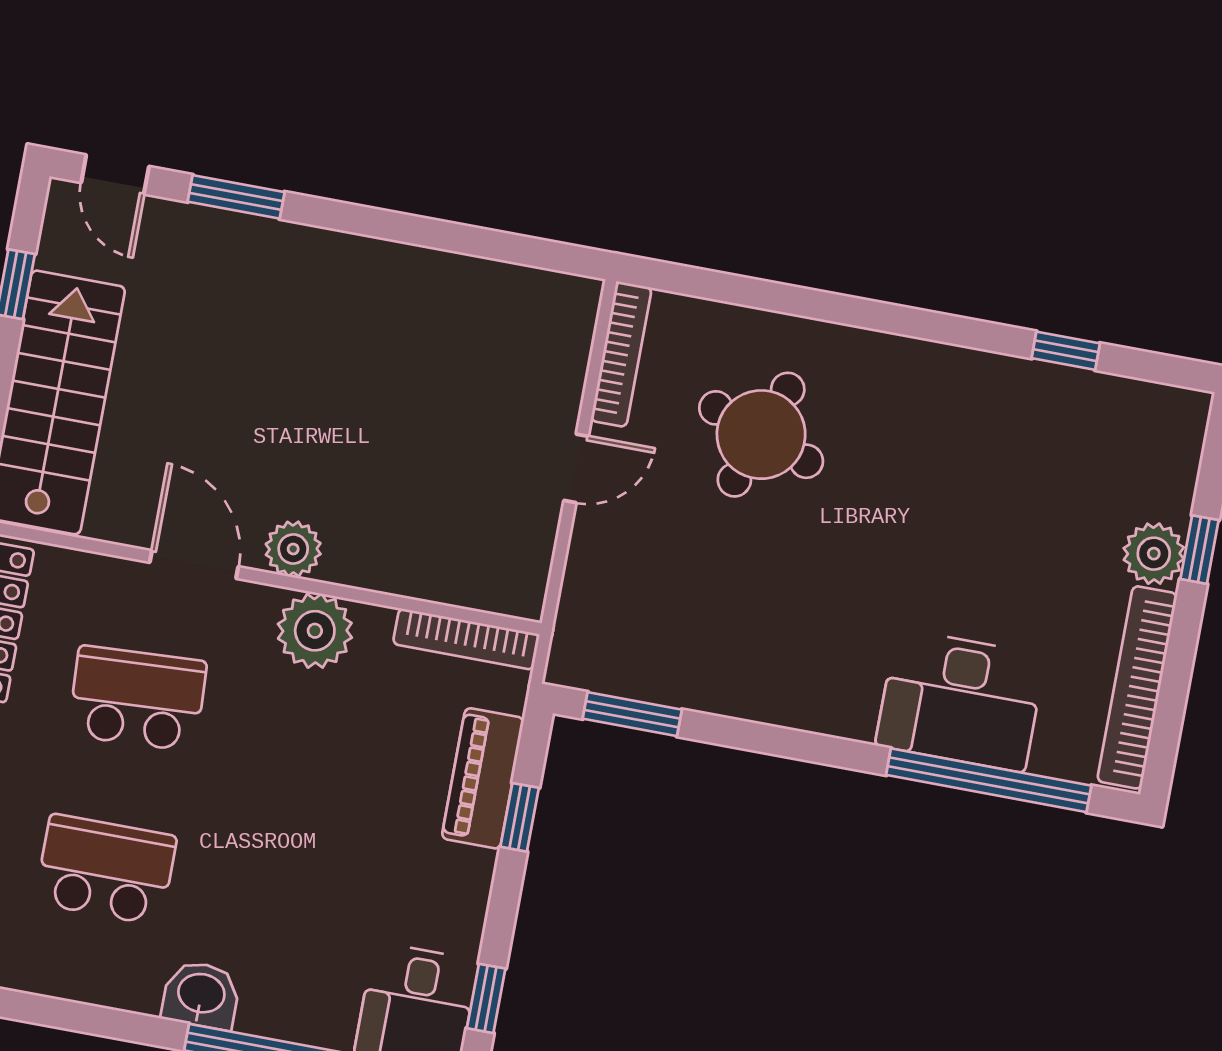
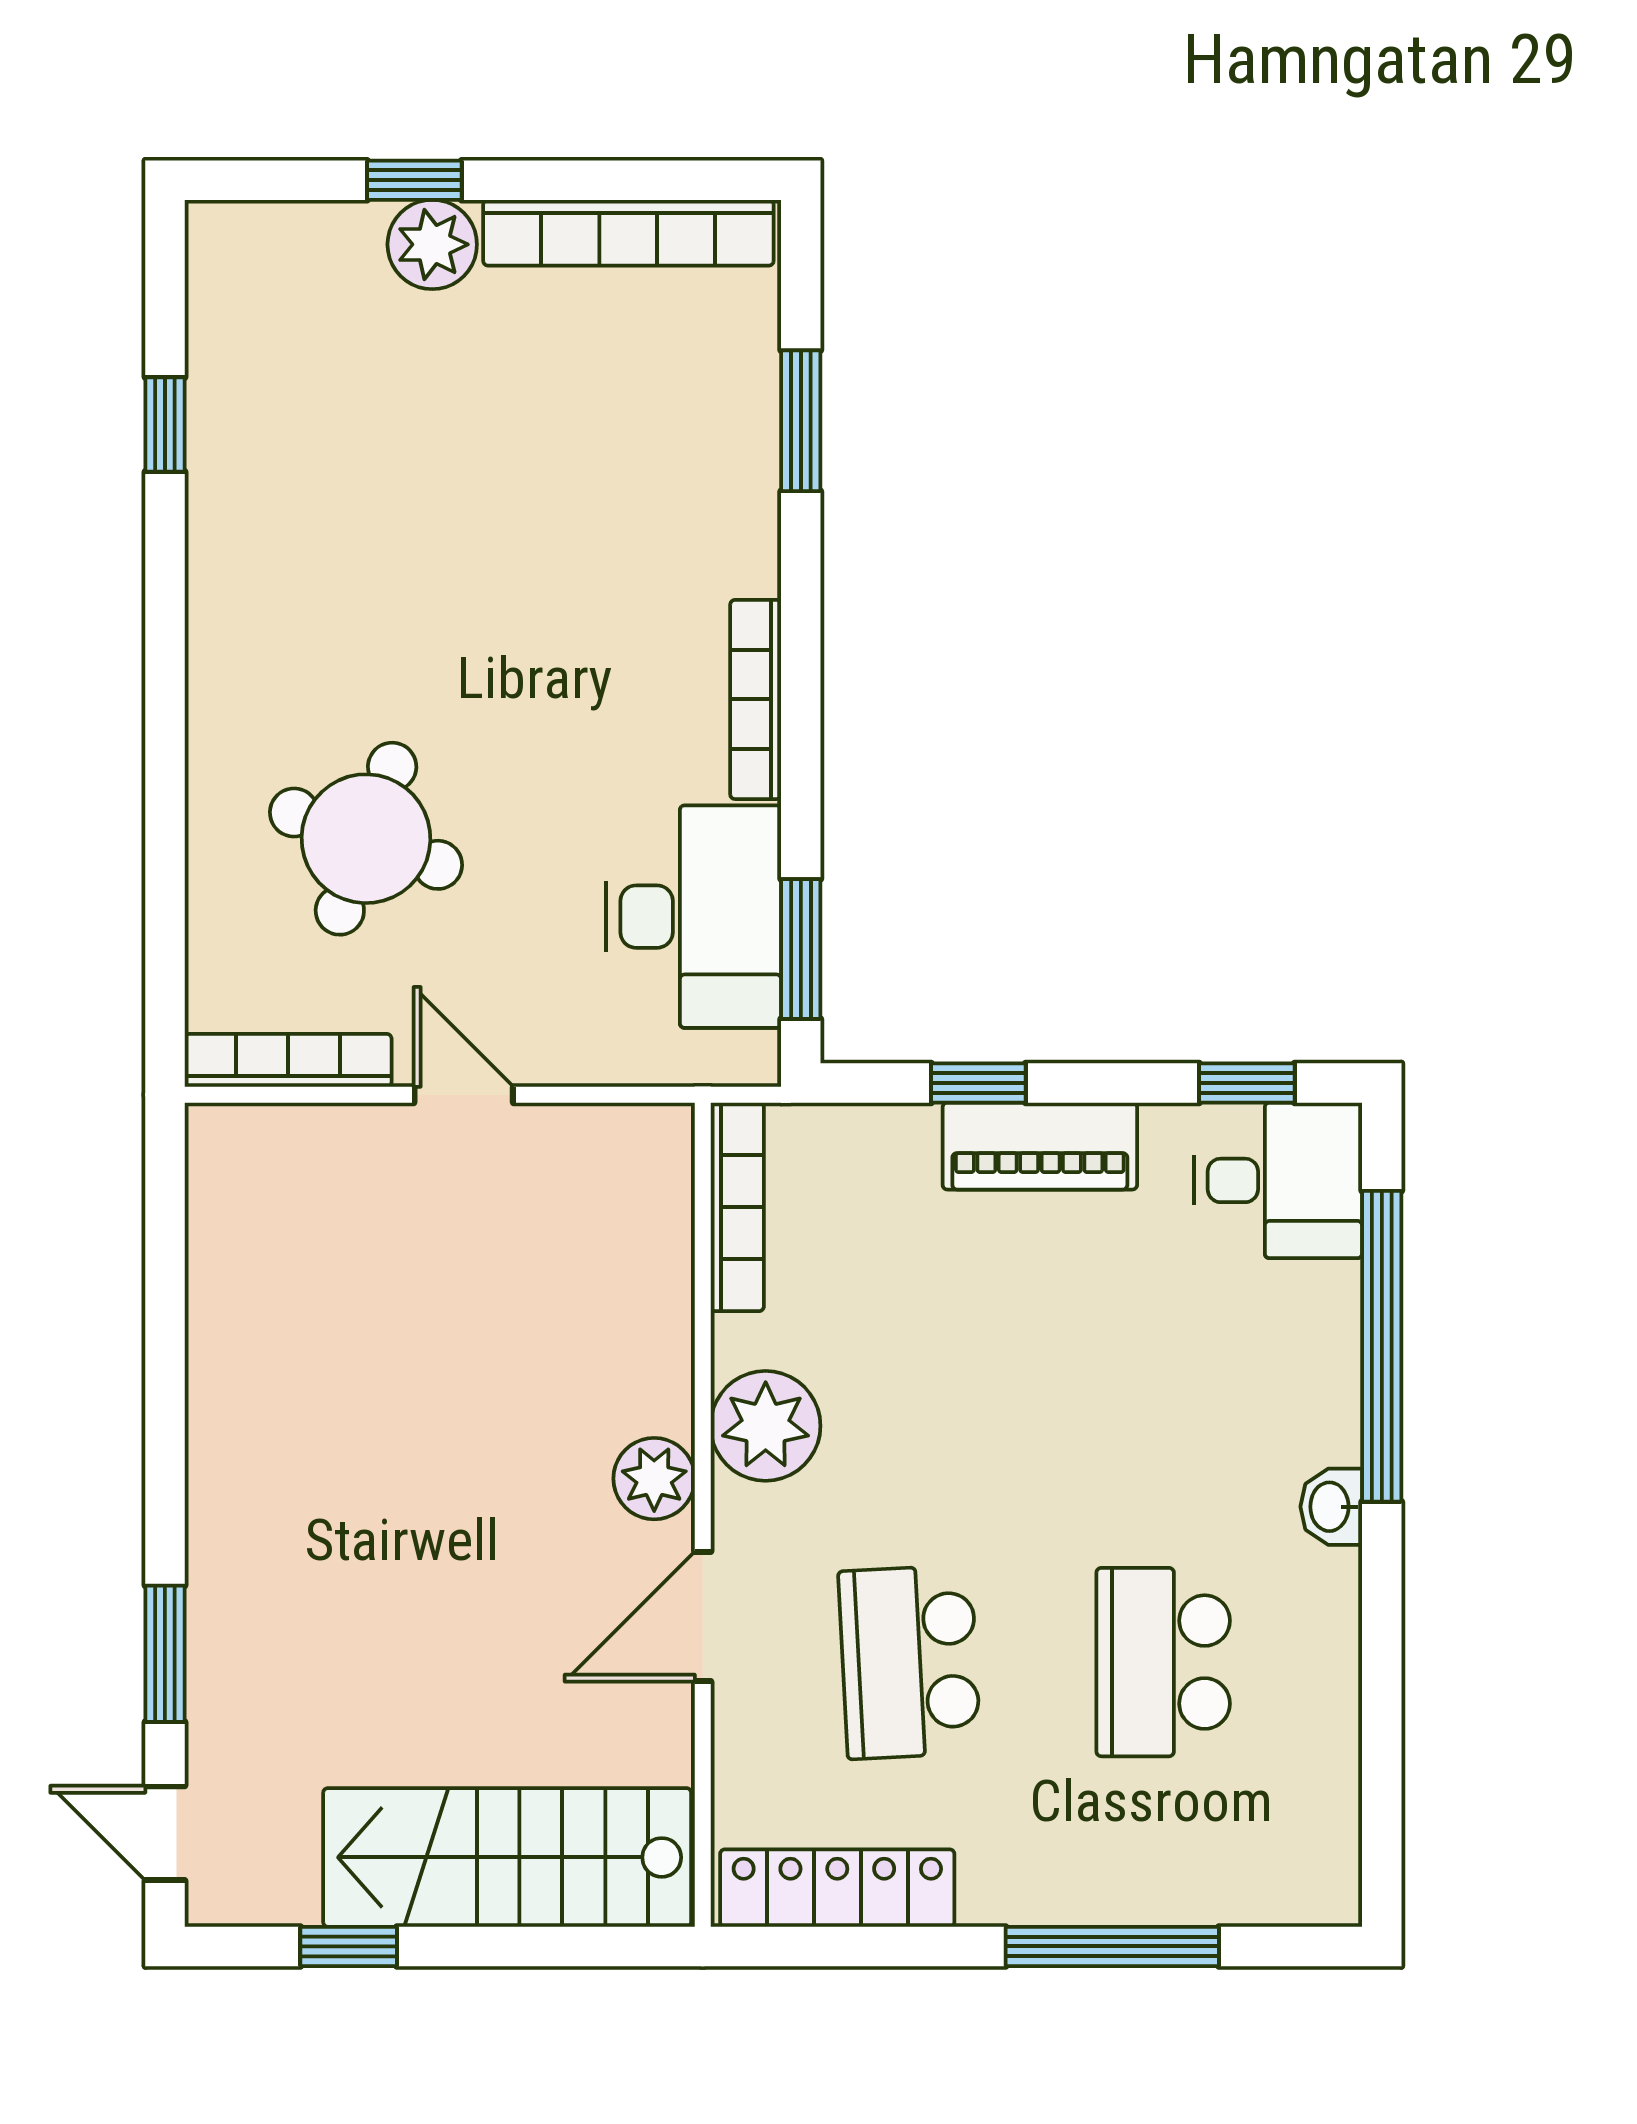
door: (115, 175) -> (165, 1833), swing flipped
desk: (961, 700) -> (694, 917), moved
bookcase: (806, 715) -> (756, 699), added
piano: (483, 778) -> (1040, 1146), moved
window: (989, 780) -> (801, 421), width x0.47
washbasin: (201, 995) -> (1331, 1507), width x0.72, depth x0.69

